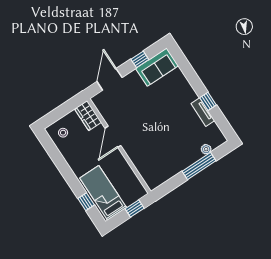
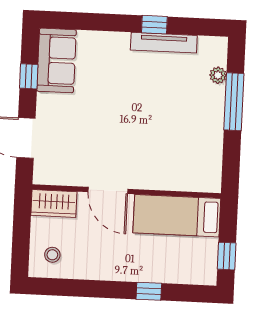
tv unit: (203, 112) -> (164, 43), width x1.41
bed: (103, 193) -> (177, 216), moved
window: (86, 202) -> (149, 291), moved
window: (135, 208) -> (227, 256), moved

